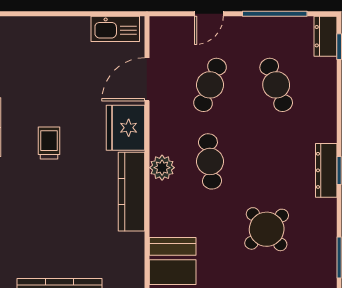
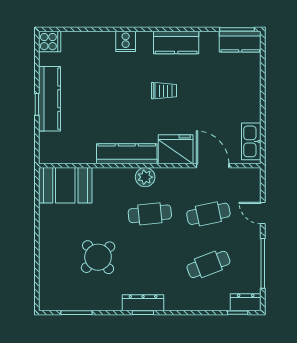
cafe table: (210, 85) -> (208, 214), turned -33

